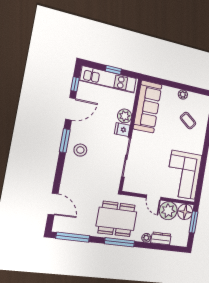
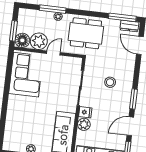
coffee table: (188, 121) -> (24, 125), removed
stool: (80, 150) -> (110, 82), moved
door: (154, 197) -> (53, 53), hinge flipped
dresser: (161, 238) -> (129, 26), moved
window: (120, 242) -> (53, 9), moved

